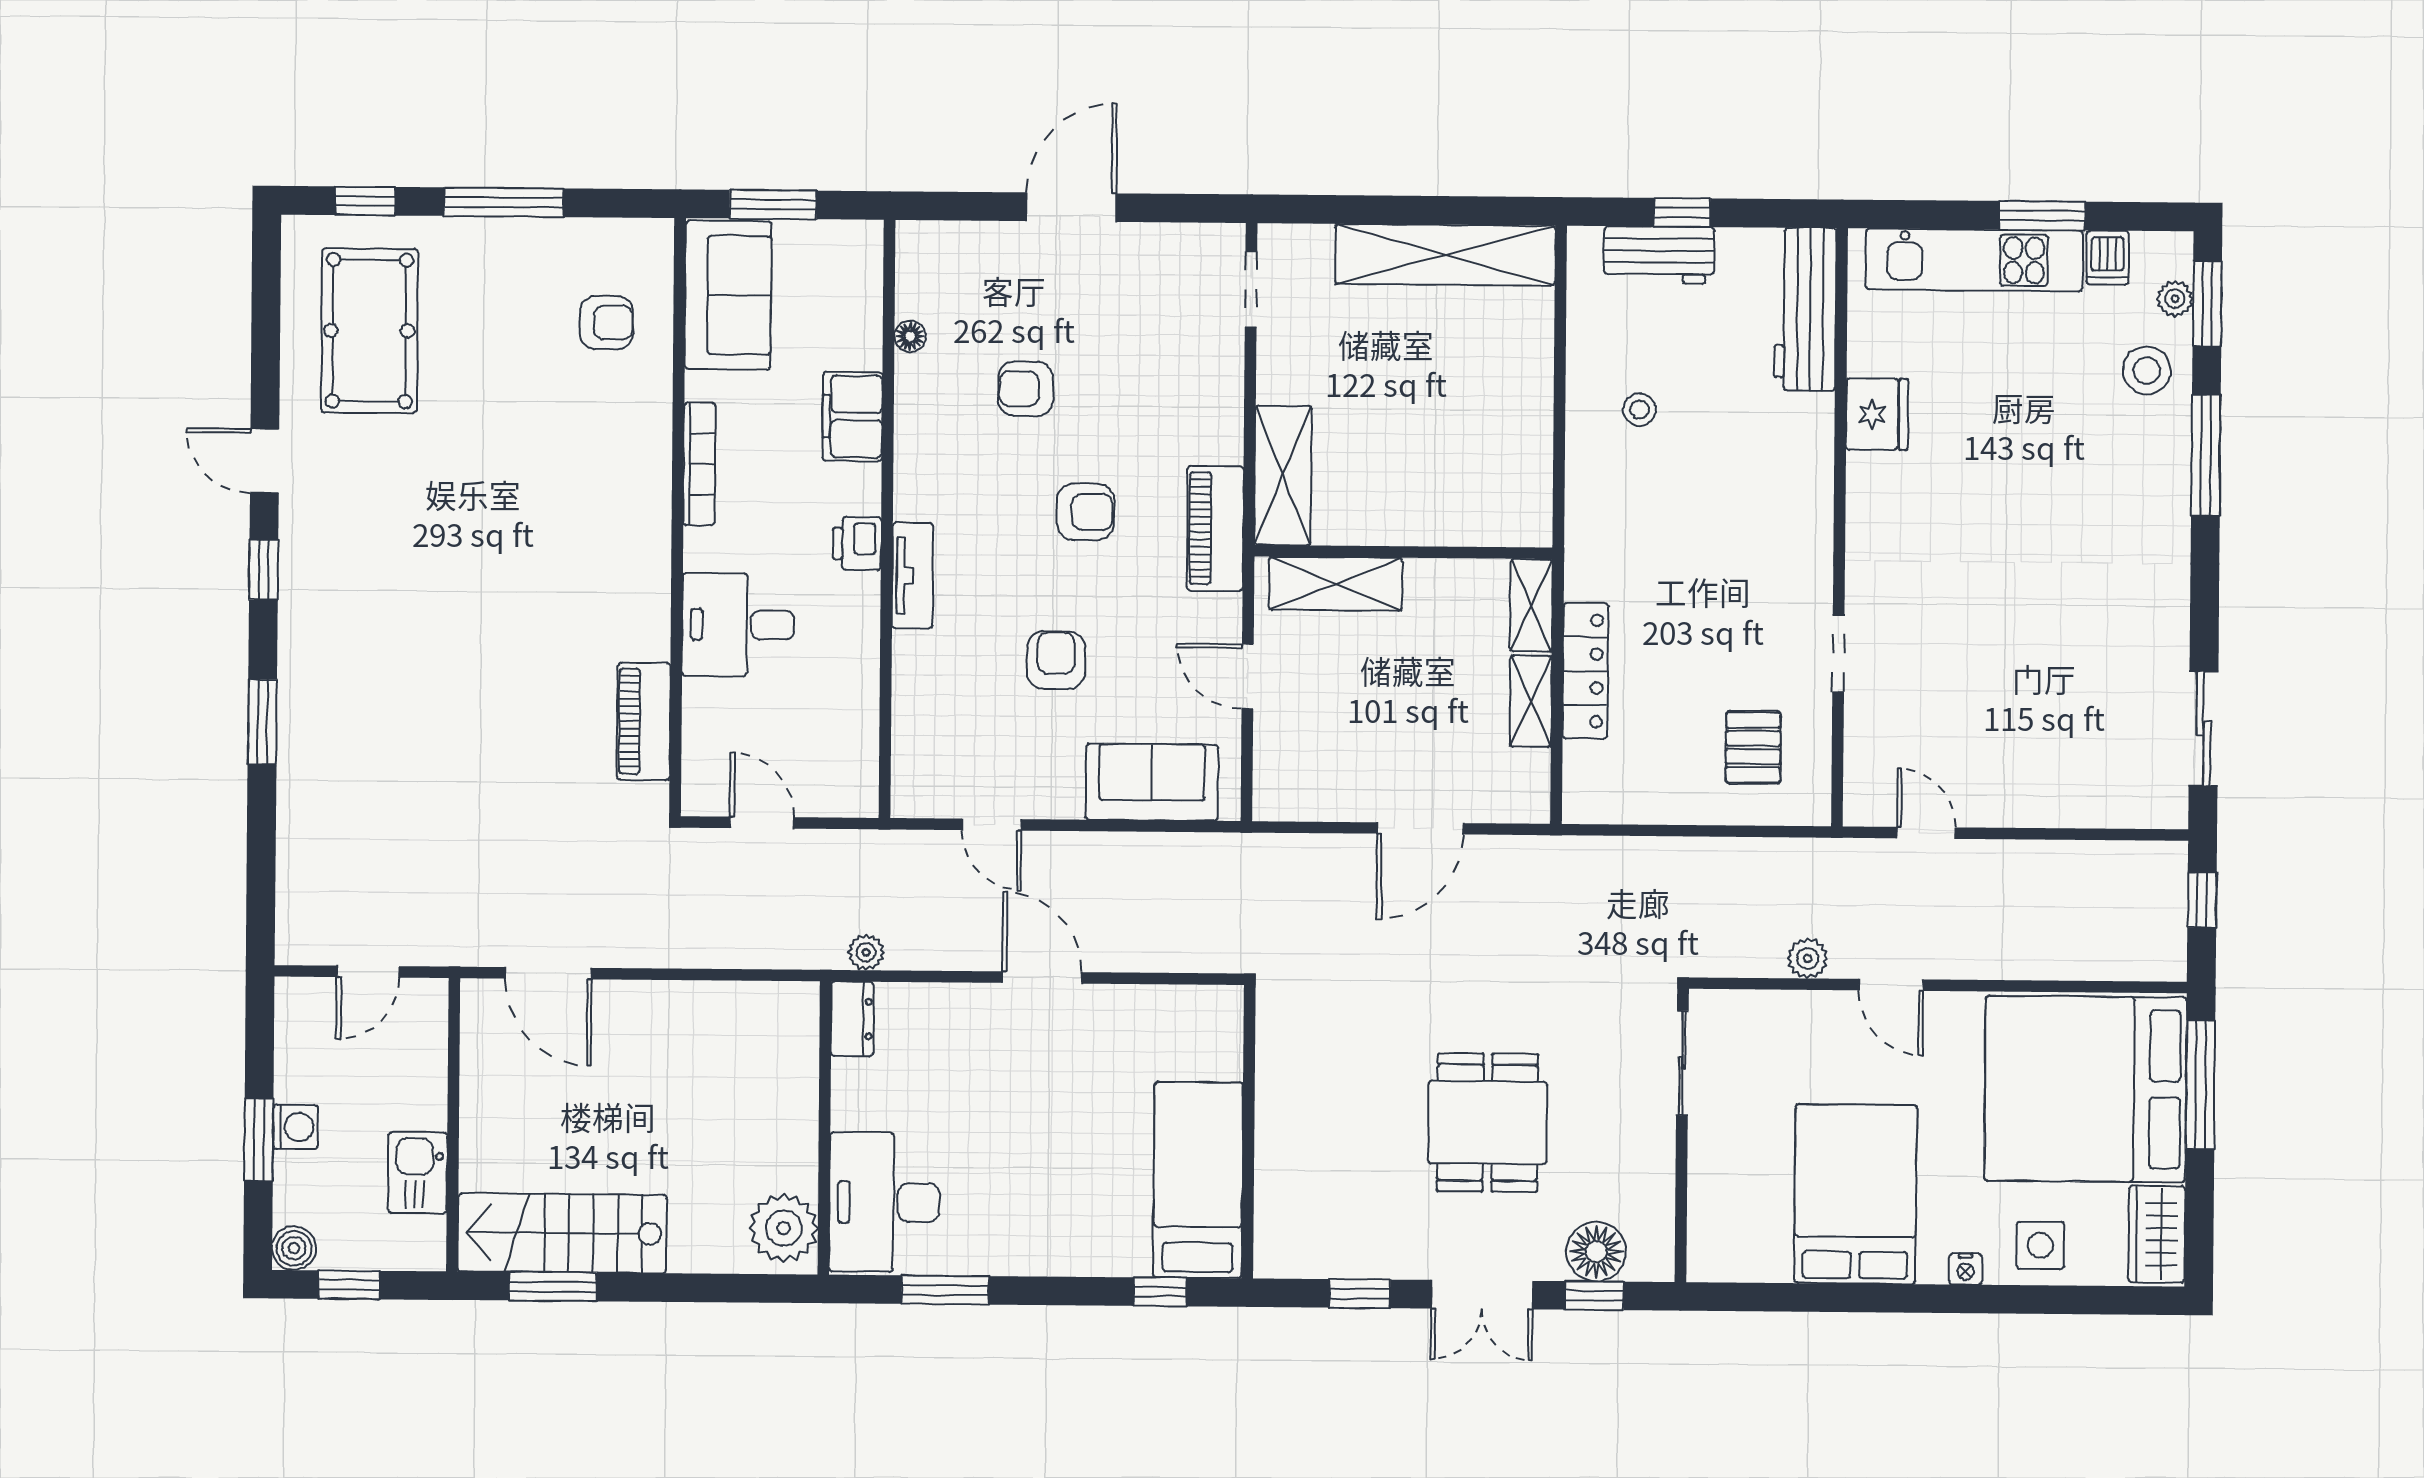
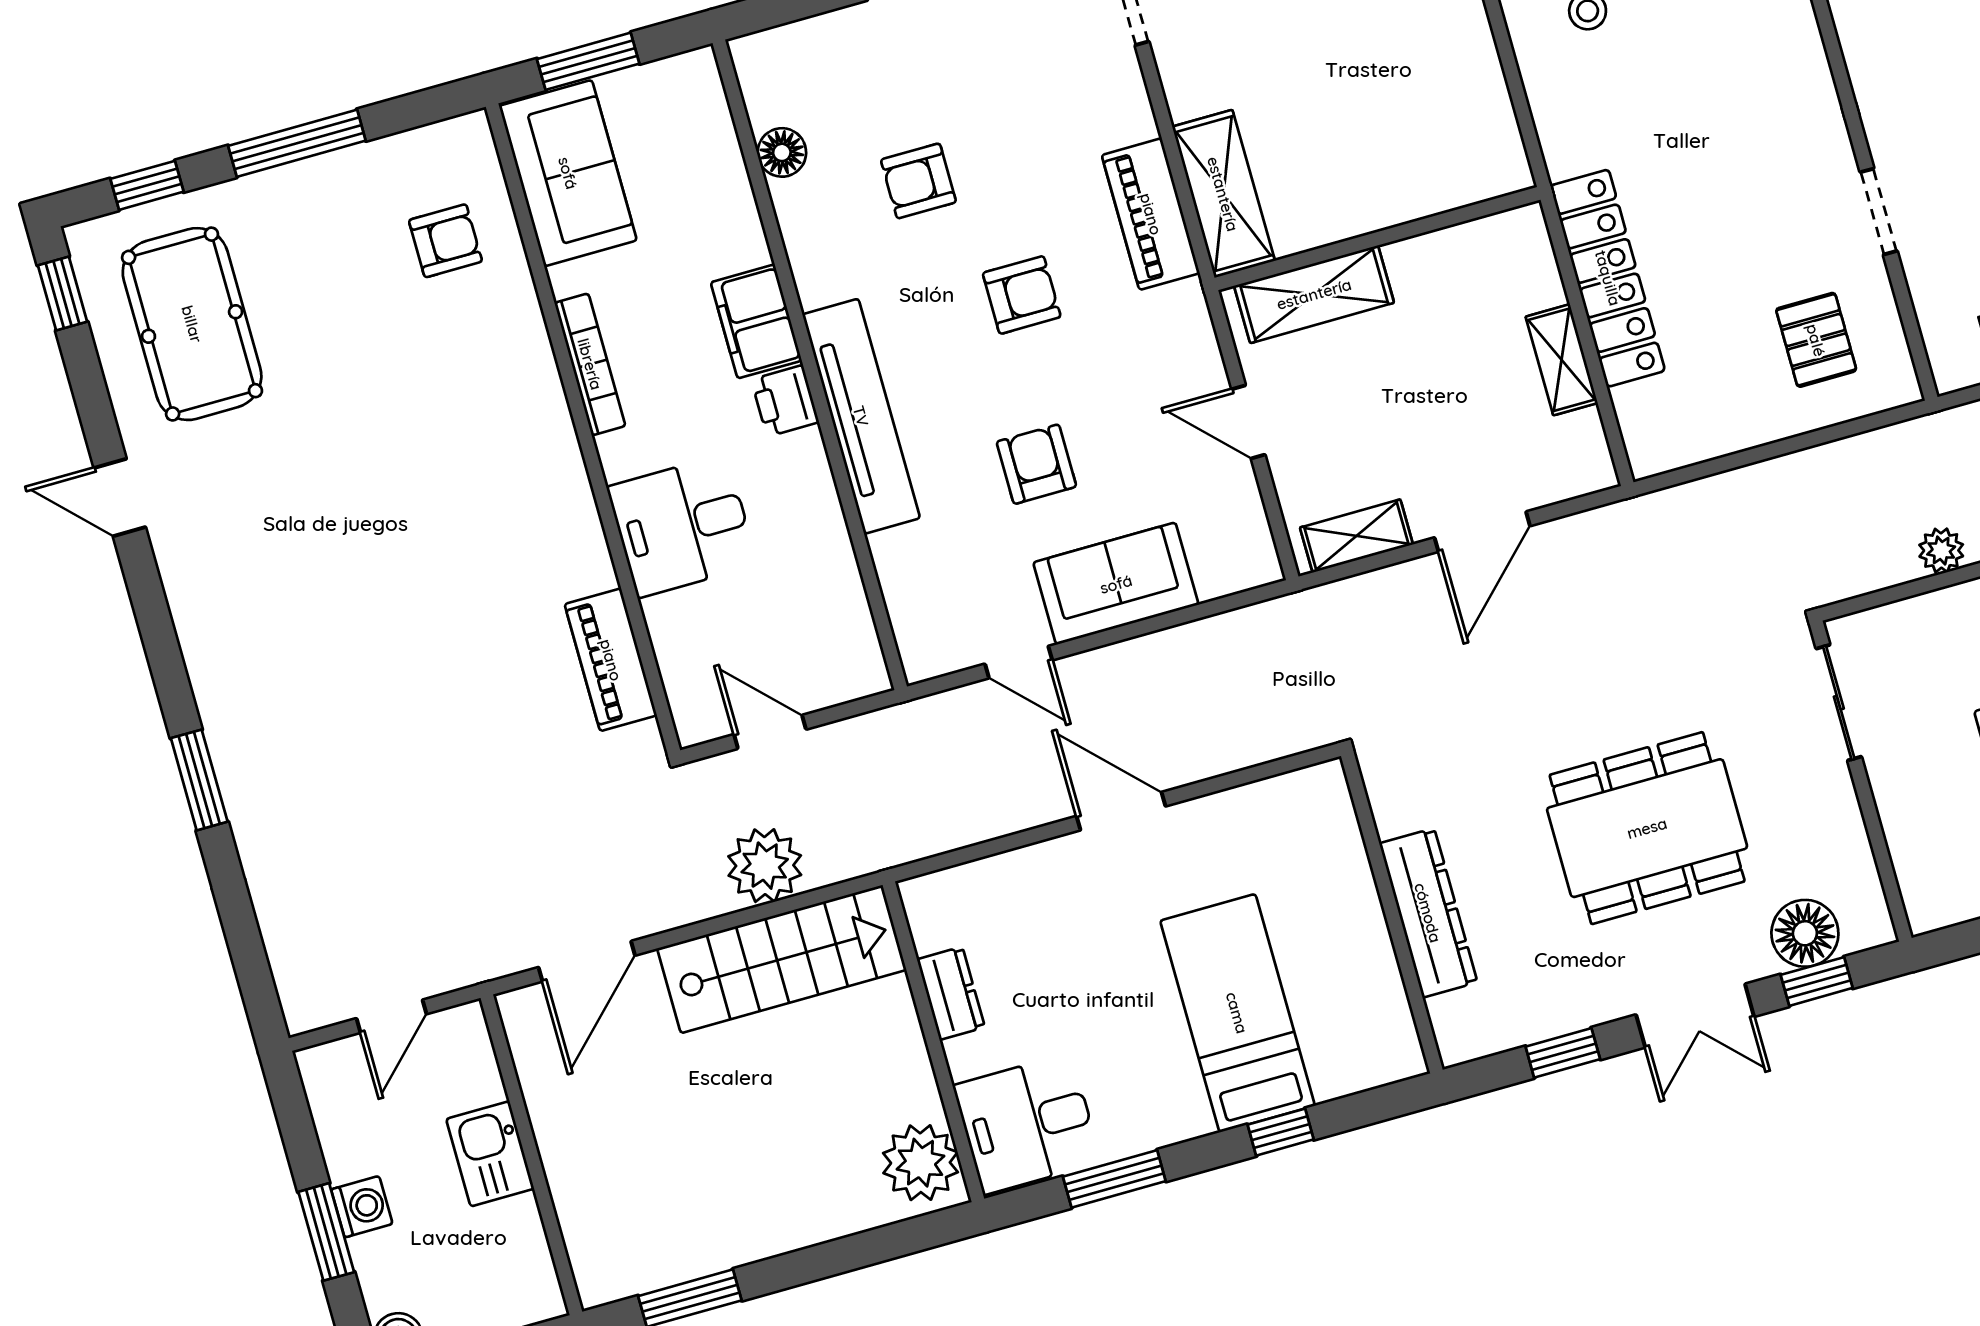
floor lamp: (910, 336) -> (782, 152), width x1.37, depth x1.37
filing cabinet: (853, 416) -> (756, 321), moved
piano: (1215, 528) -> (1151, 214), moved
window: (264, 570) -> (62, 293), moved
tv unit: (912, 576) -> (861, 416), width x1.92, depth x1.29
shelving: (1531, 605) -> (1356, 536), moved, turned 90
locker: (1585, 671) -> (1608, 278), width x1.41, depth x1.21
sofa: (1152, 782) -> (1116, 584), moved
plant: (866, 952) -> (765, 866), moved, width x1.88, depth x1.88
door: (548, 973) -> (587, 961), hinge flipped
dresser: (852, 1019) -> (951, 993), moved
dining table: (1487, 1123) -> (1647, 828), width x1.38
dresser: (1280, 1141) -> (1428, 913), added
kitchen sink: (418, 1173) -> (490, 1154), moved
bed: (1198, 1180) -> (1237, 1013), moved
desk: (885, 1202) -> (1027, 1124), width x0.73
stairs: (562, 1233) -> (782, 959), moved, turned 180
window: (1160, 1292) -> (1281, 1132), moved

